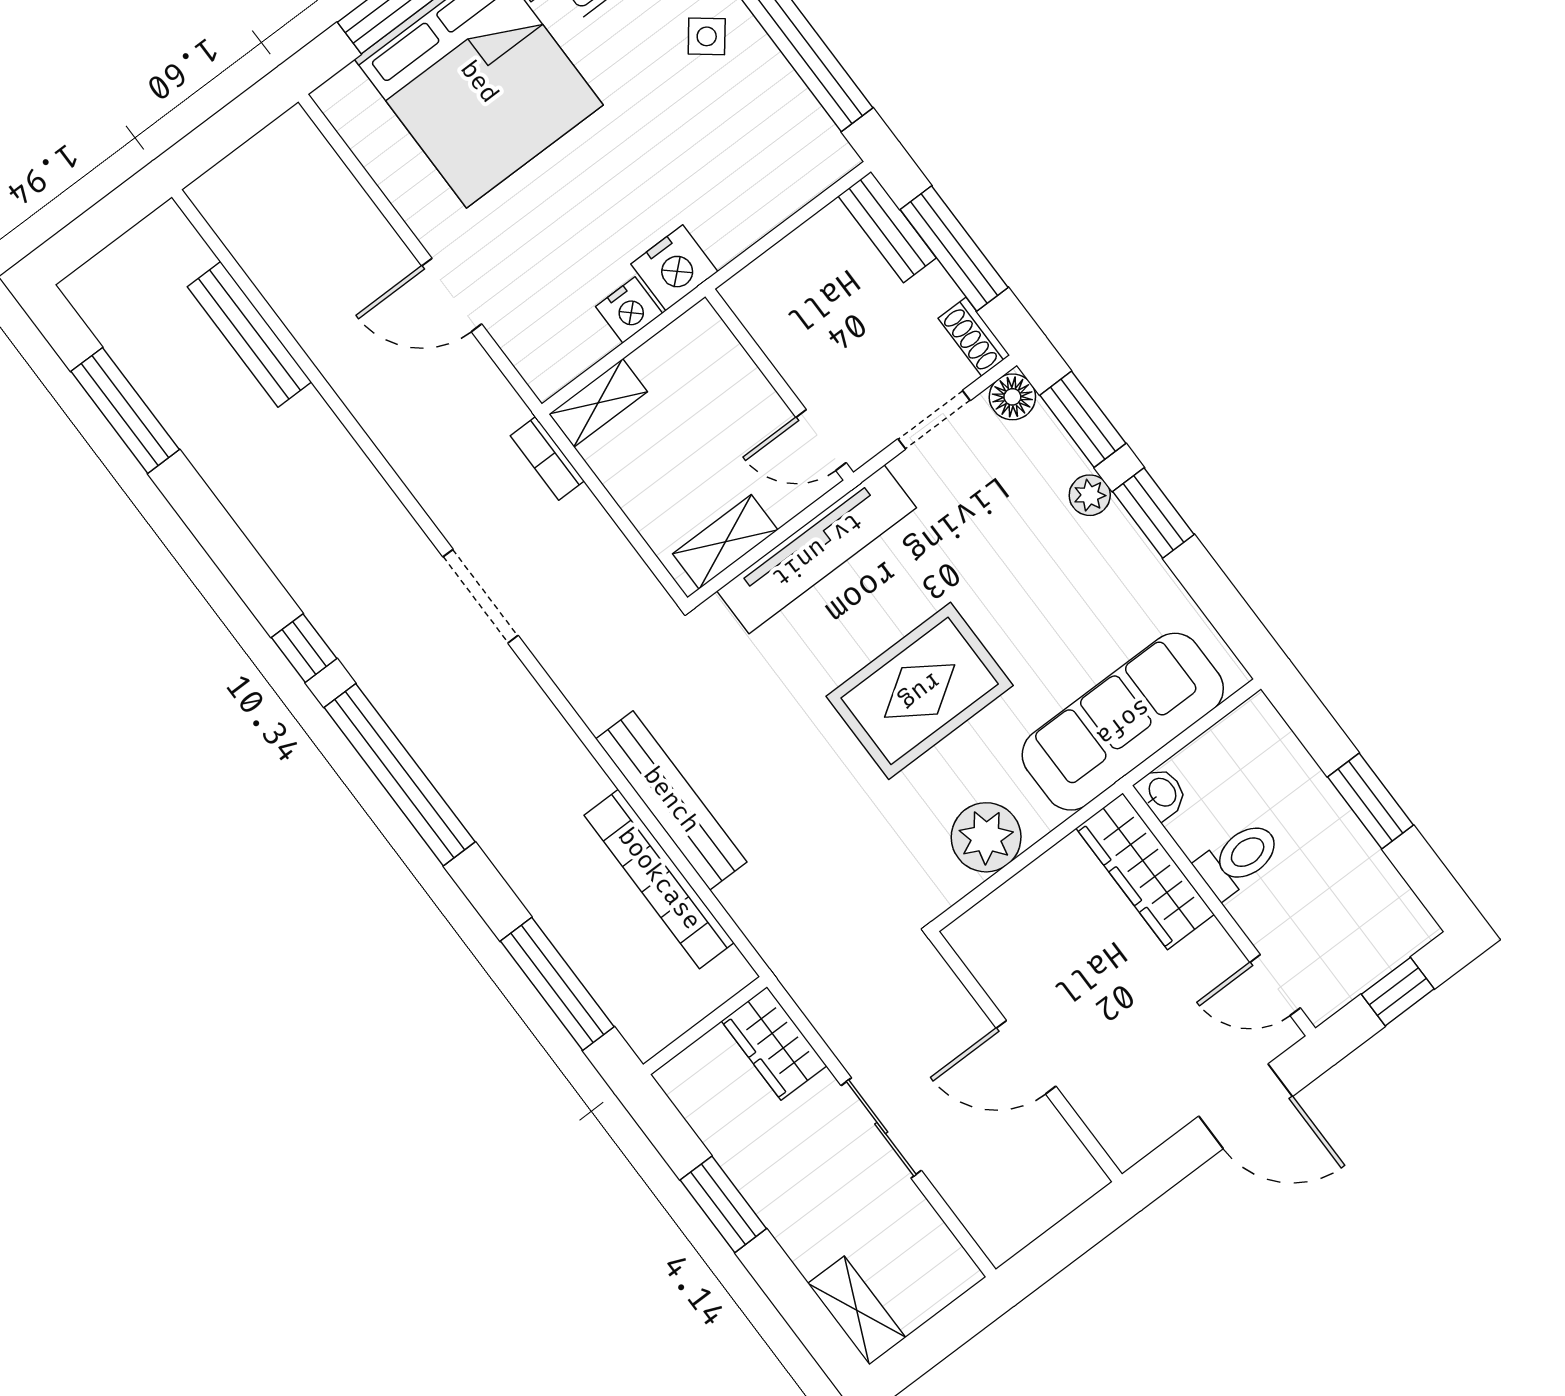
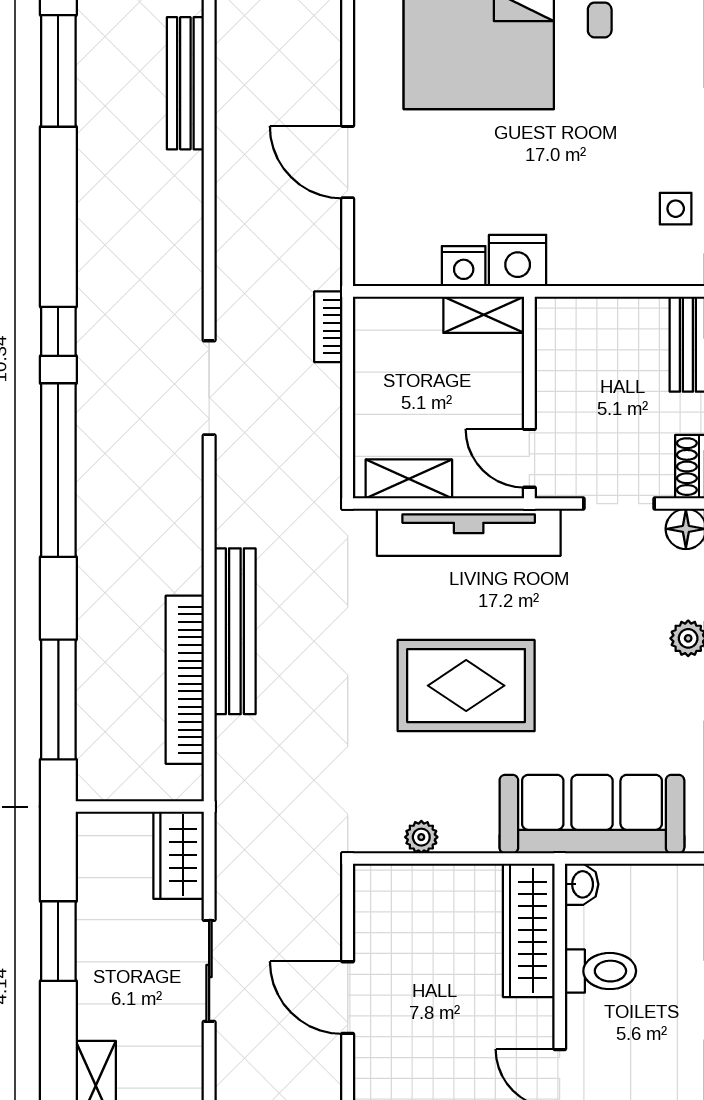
side table: (707, 36) -> (676, 209), moved, turned -38
shelving: (598, 403) -> (484, 315), moved
plant: (986, 837) -> (421, 837), width x0.53, depth x0.53

